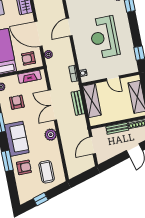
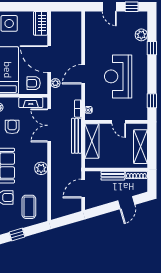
door: (69, 27) -> (83, 74), moved
bench: (78, 103) -> (77, 136), width x1.36
double door: (52, 105) -> (49, 125), moved

